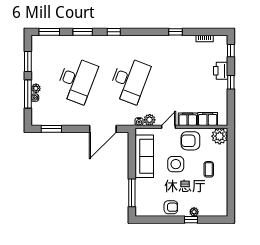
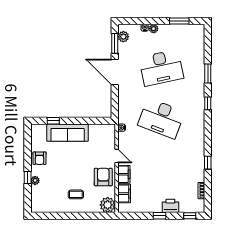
window: (49, 32) -> (208, 41), removed
desk: (77, 80) -> (161, 68), turned -33
window: (28, 94) -> (148, 21), removed
plant: (150, 120) -> (123, 37), moved
door: (103, 129) -> (115, 72), moved
sofa: (144, 156) -> (68, 133), moved
side table: (176, 164) -> (81, 163), removed
window: (132, 193) -> (53, 121), width x0.46

